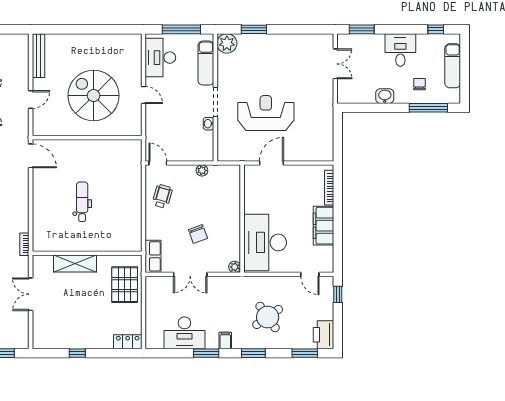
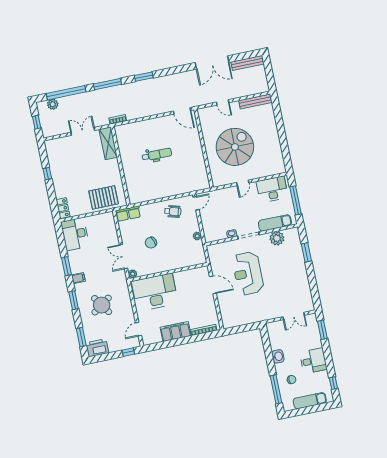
plant: (227, 43) -> (277, 238), moved
reception desk: (266, 113) -> (248, 273), turned 180
door: (31, 156) -> (182, 111), hinge flipped
shelving: (75, 263) -> (108, 143), moved
double door: (190, 274) -> (123, 257), moved
desk: (184, 333) -> (75, 234), moved

